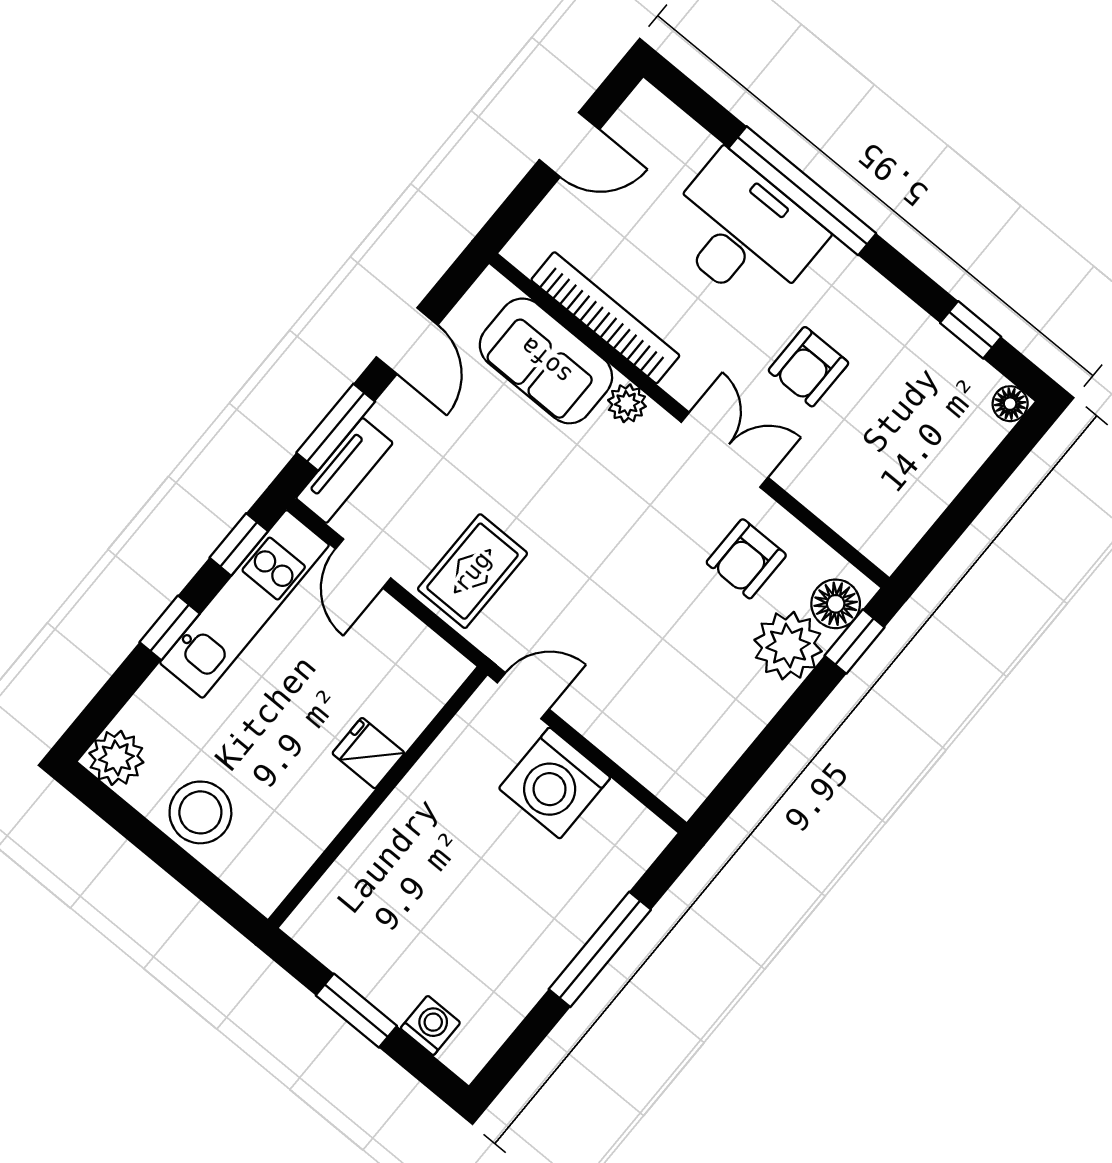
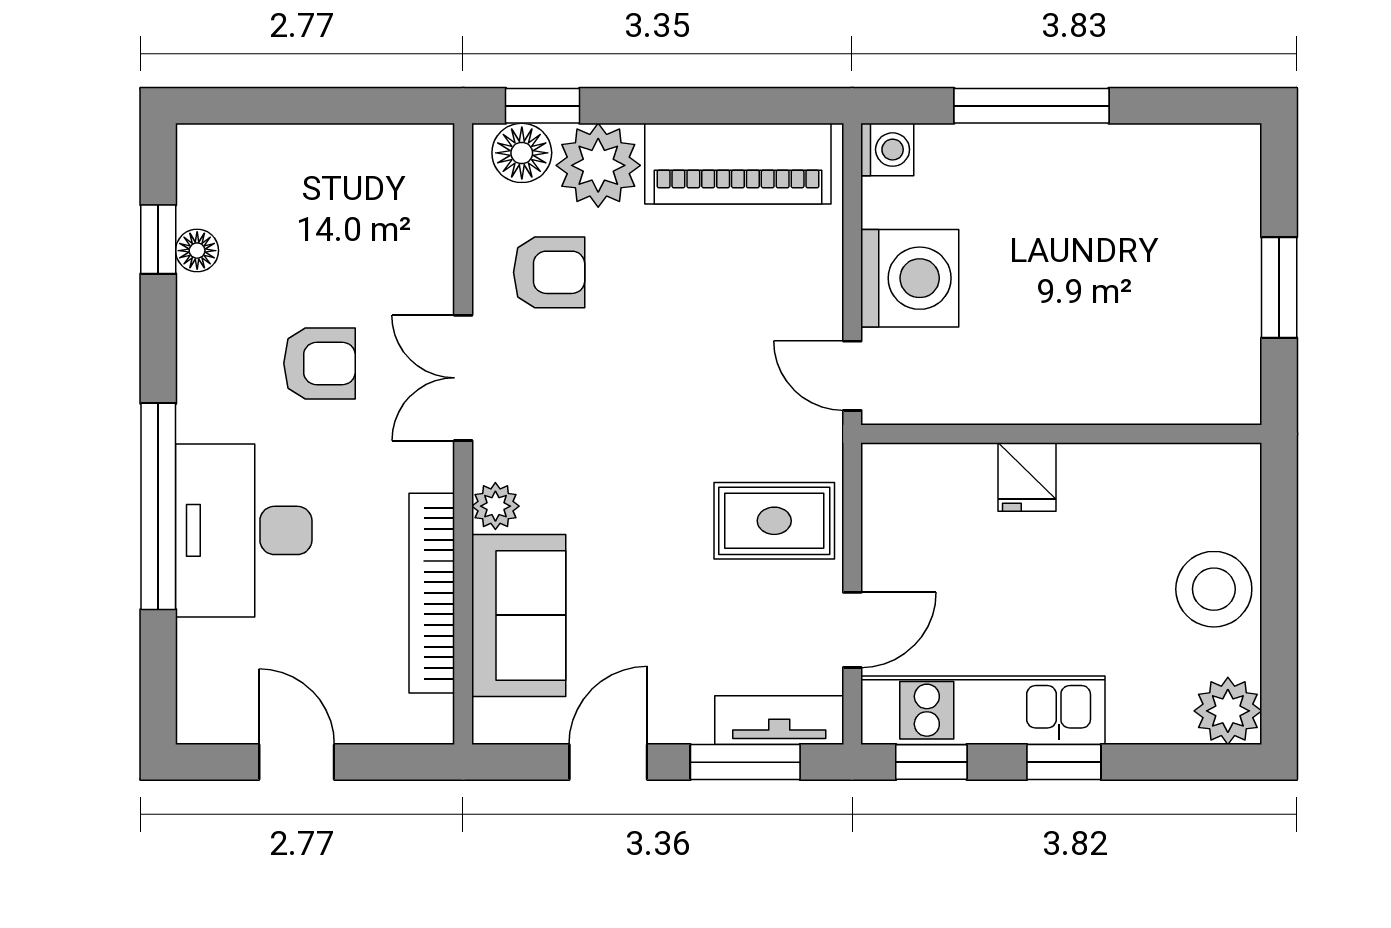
floor lamp: (1010, 404) -> (197, 251), moved
piano: (716, 734) -> (738, 164), added
washing machine: (430, 1025) -> (887, 150), moved, turned 180

